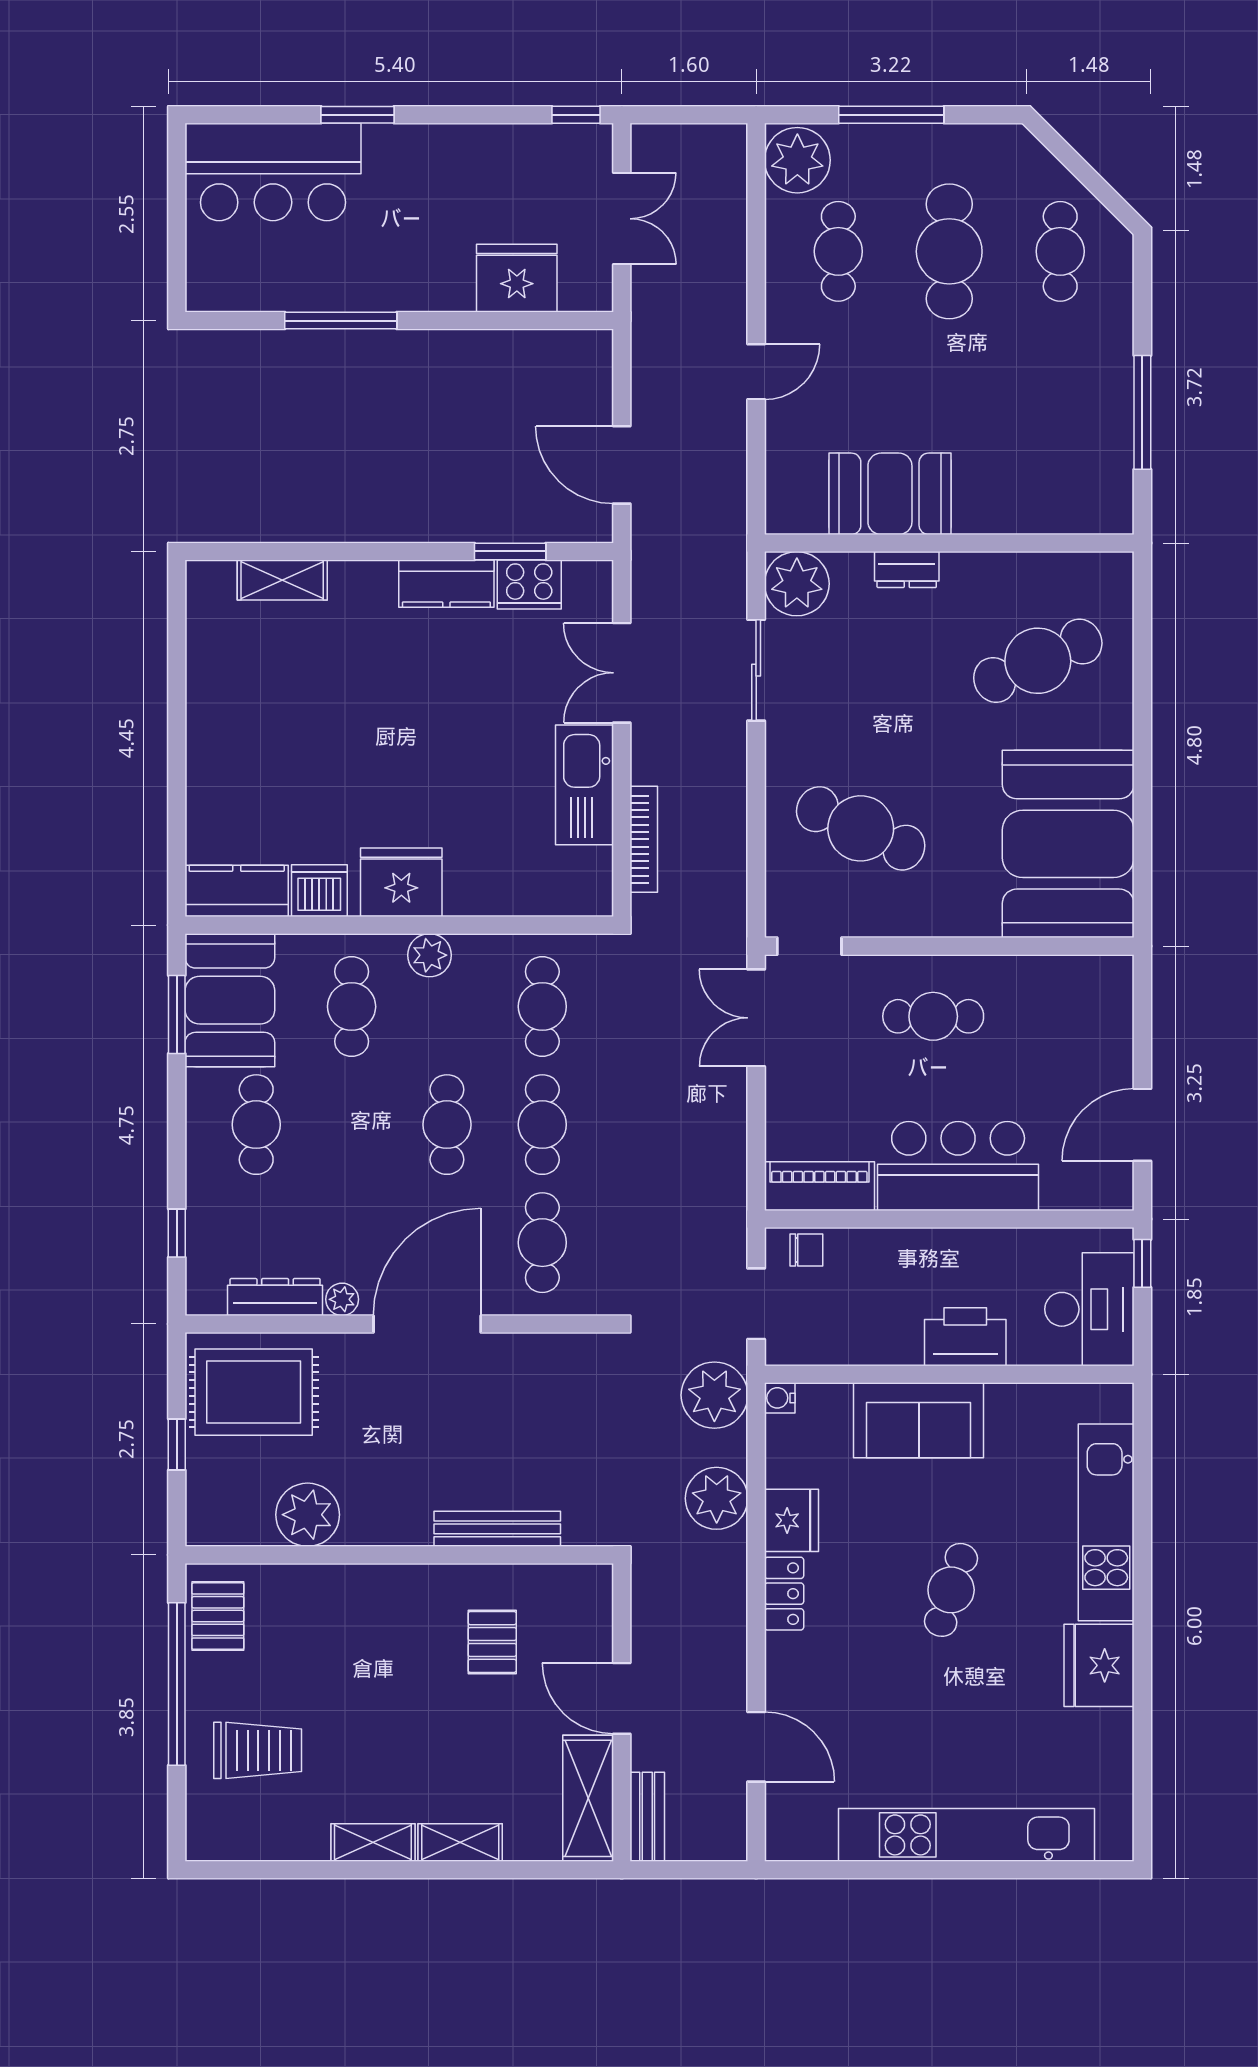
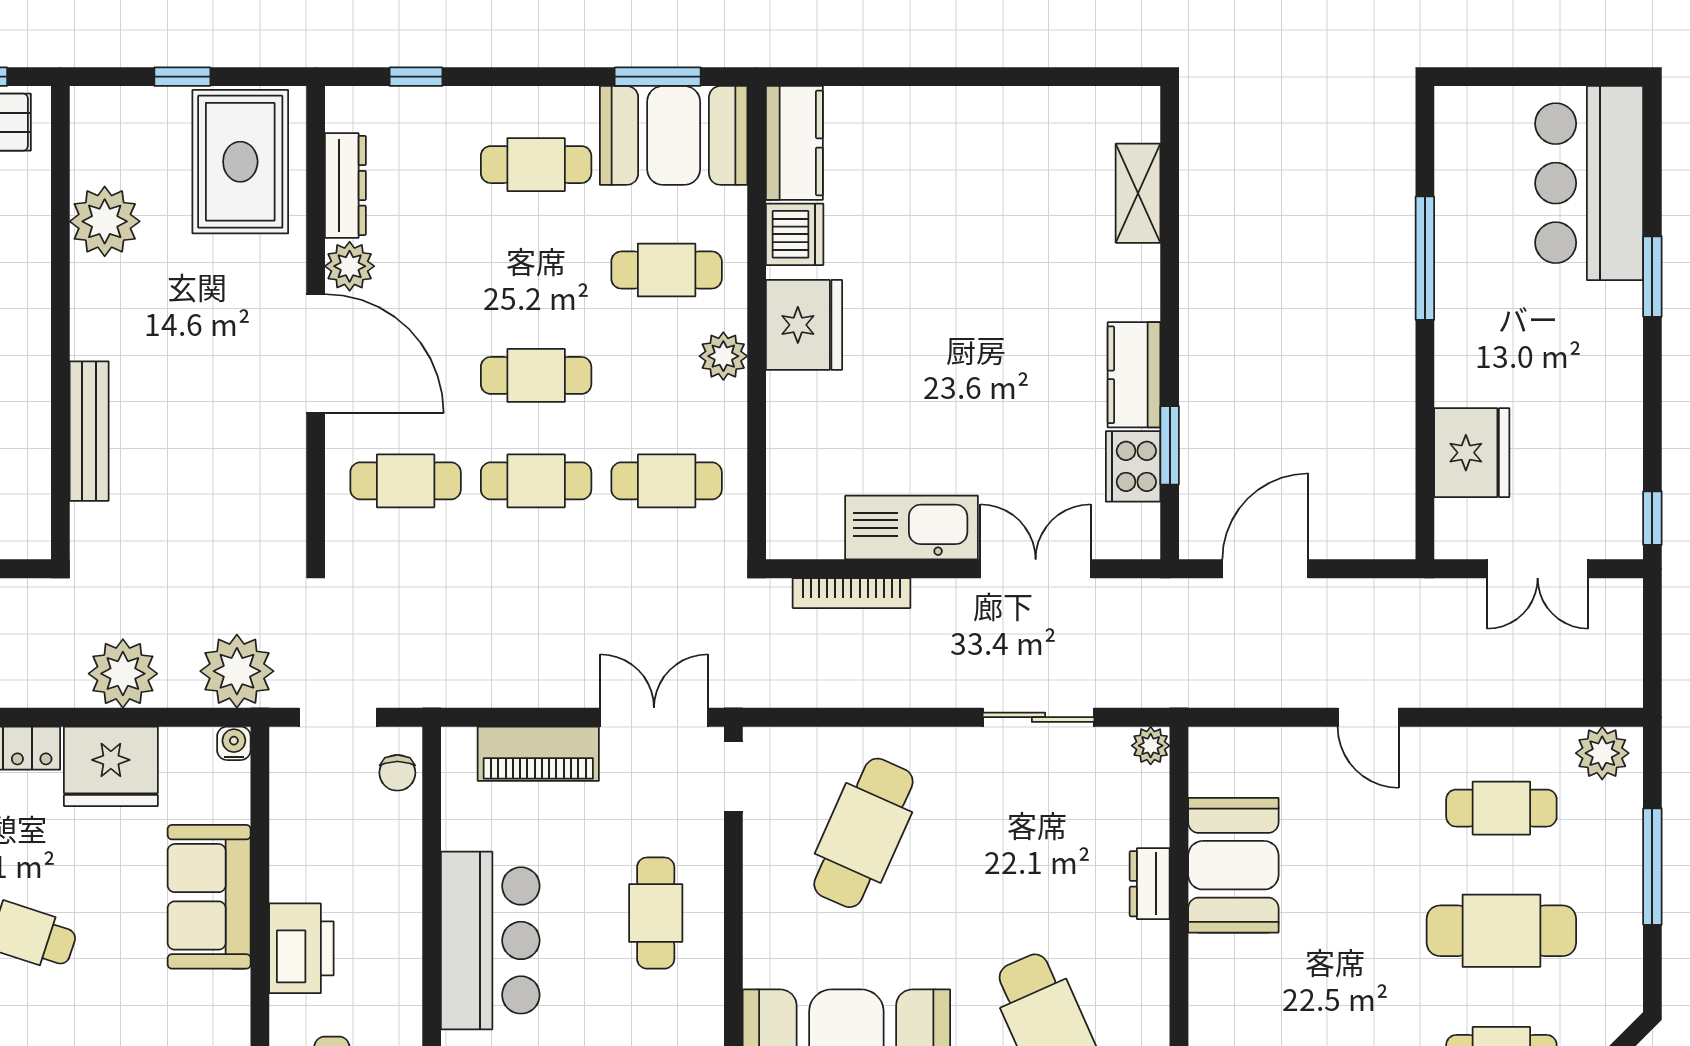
plant: (797, 160) -> (1602, 753), width x0.73, depth x0.73
plant: (797, 584) -> (1151, 746), width x0.53, depth x0.53
piano: (819, 1186) -> (538, 754), moved, turned 90
plant: (342, 1299) -> (350, 266), width x1.38, depth x1.38
fridge: (791, 1520) -> (111, 766), width x1.36, depth x1.34

